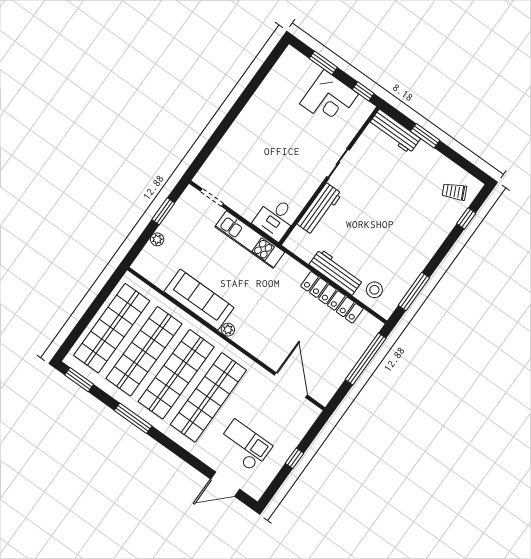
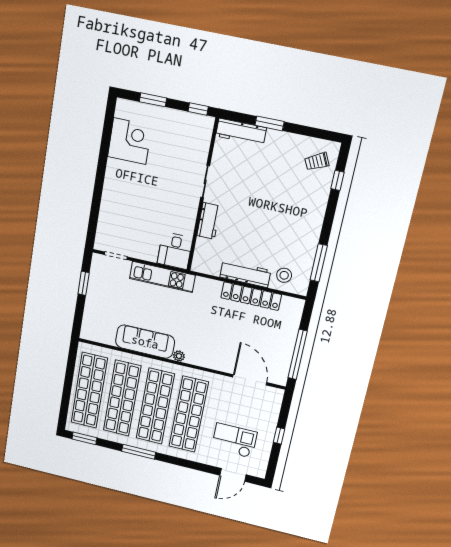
corner desk: (329, 99) -> (130, 141), moved, turned -90
workbench: (320, 209) -> (209, 221), width x0.73
plant: (157, 239) -> (90, 308), removed
window: (366, 359) -> (298, 354), moved

